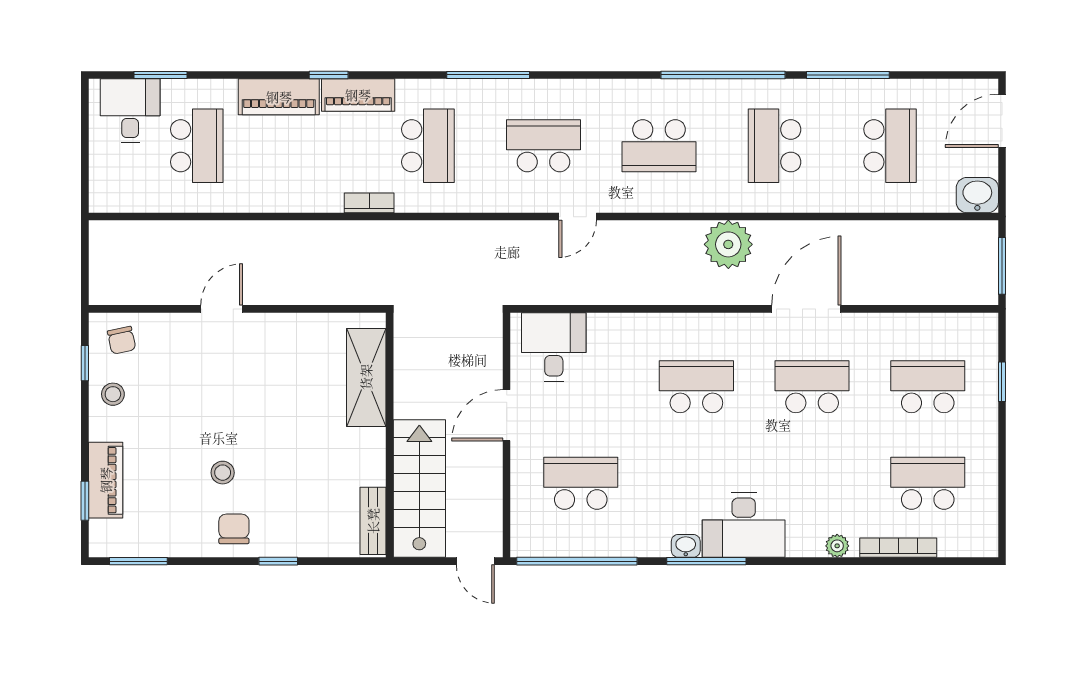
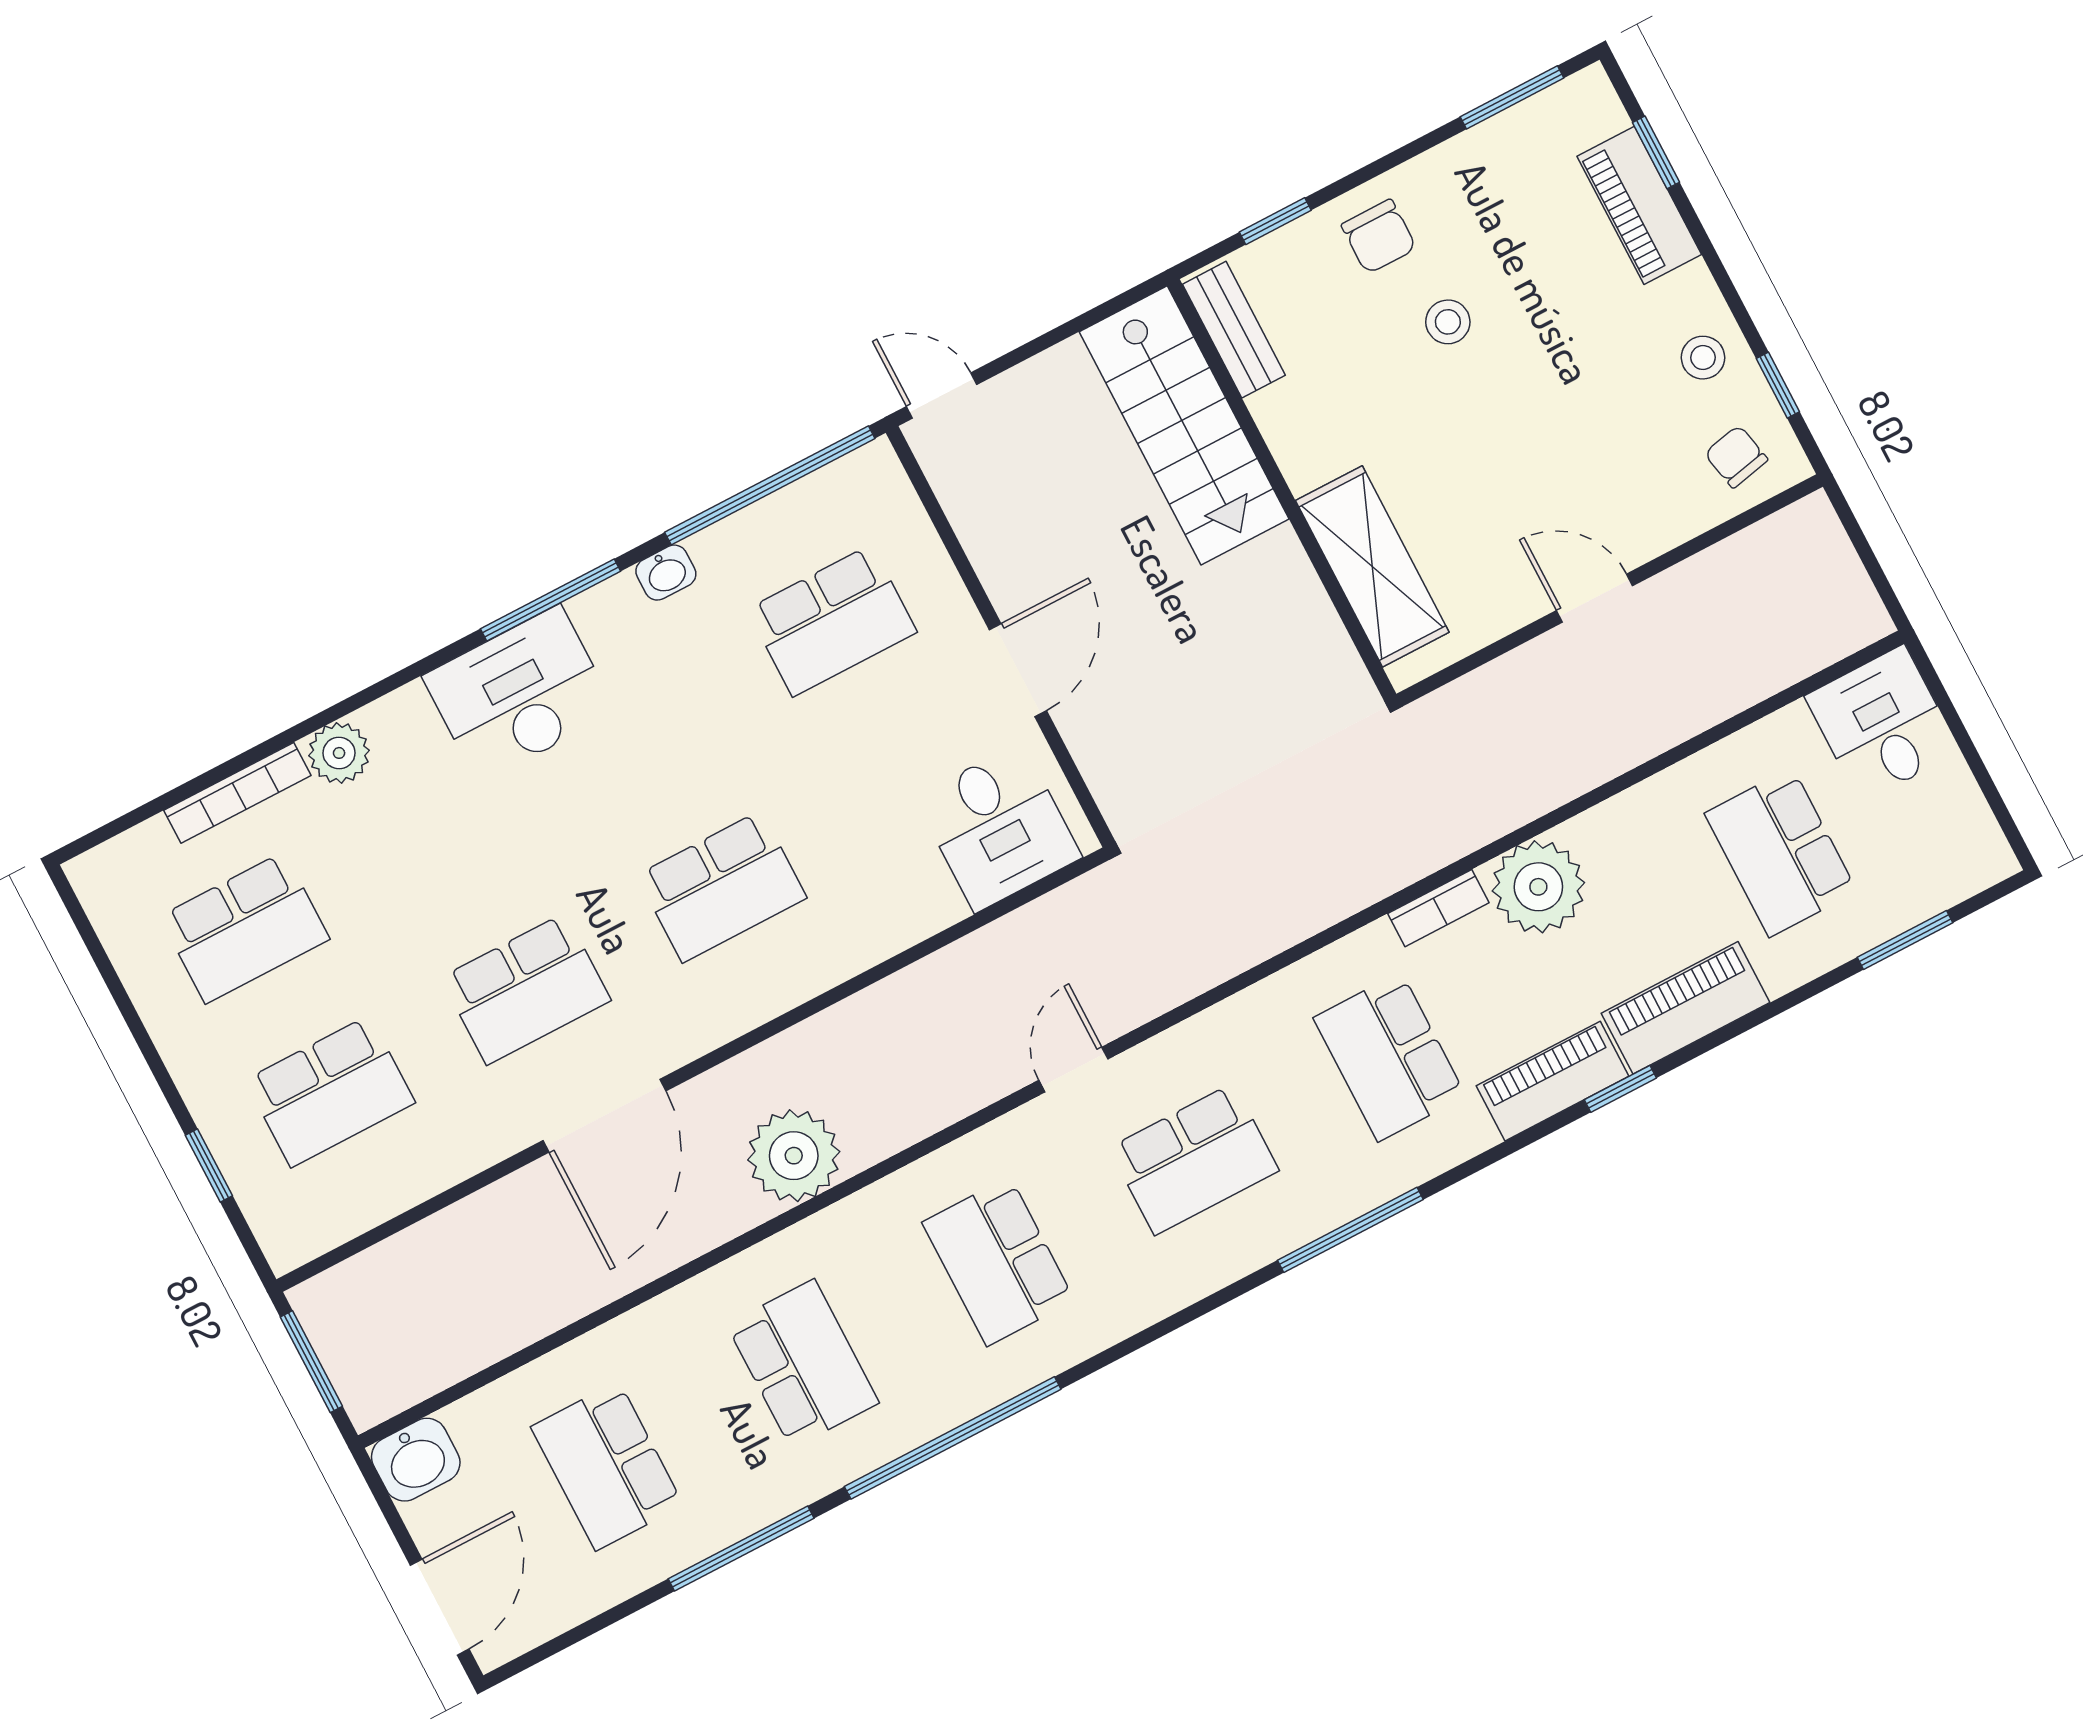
desk: (130, 111) -> (1882, 724), moved, turned 180
school desk: (659, 146) -> (998, 1261), turned -90
plant: (318, 189) -> (1538, 887), added
door: (222, 309) -> (1595, 598), swing flipped
shelving: (366, 377) -> (1372, 566), moved
wall: (390, 435) -> (1282, 490), moved
stairs: (419, 489) -> (1184, 425), moved
bench: (373, 521) -> (1234, 330), moved
washbasin: (686, 546) -> (666, 573), moved
plant: (837, 546) -> (339, 753), width x1.38, depth x1.38

